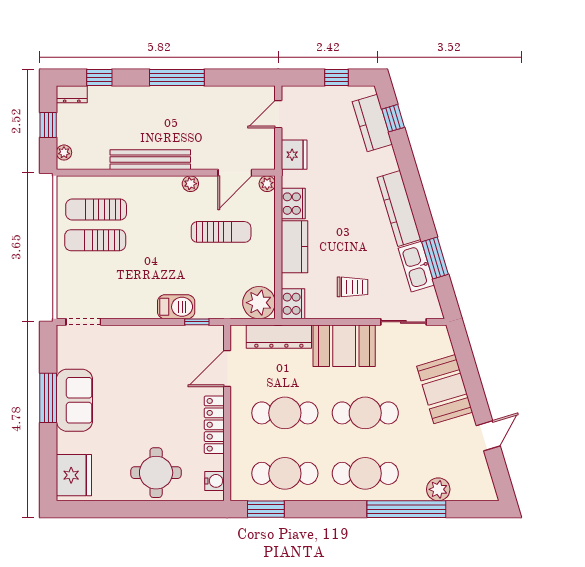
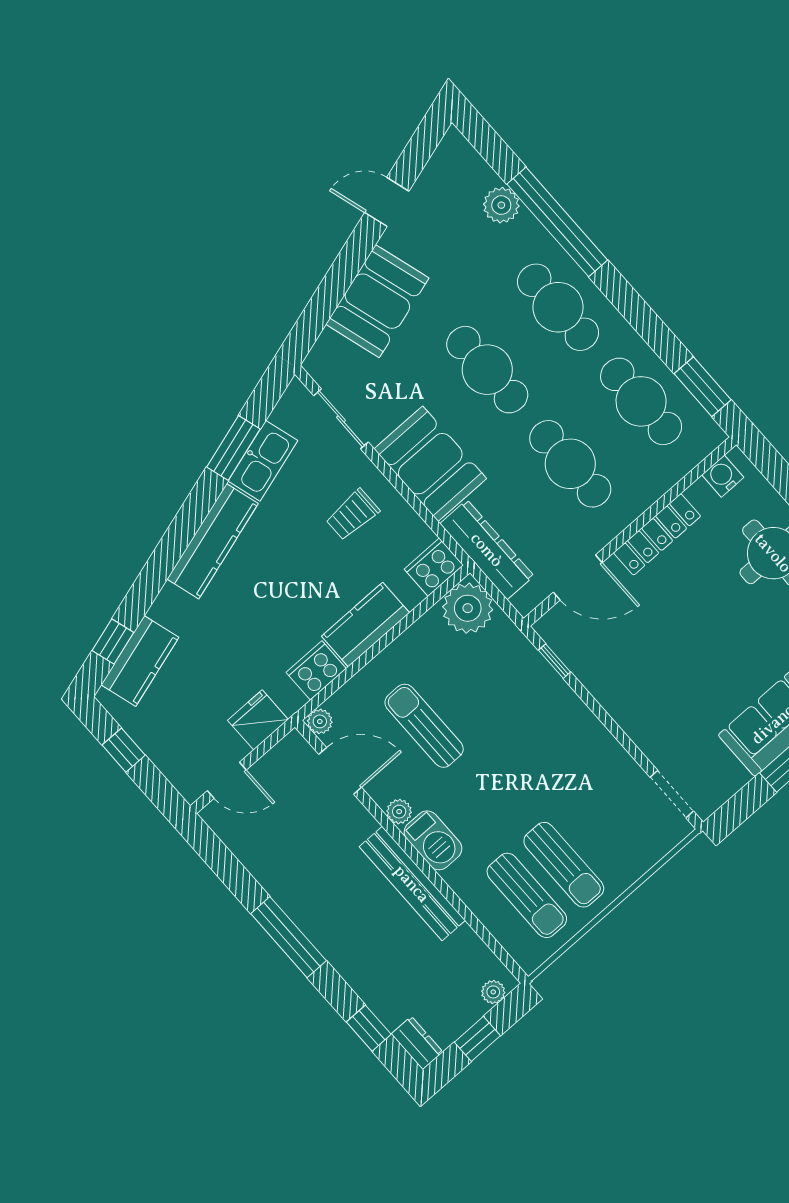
trolley: (353, 287) -> (353, 515), turned -90
barbecue: (176, 307) -> (433, 840), moved, turned 180

